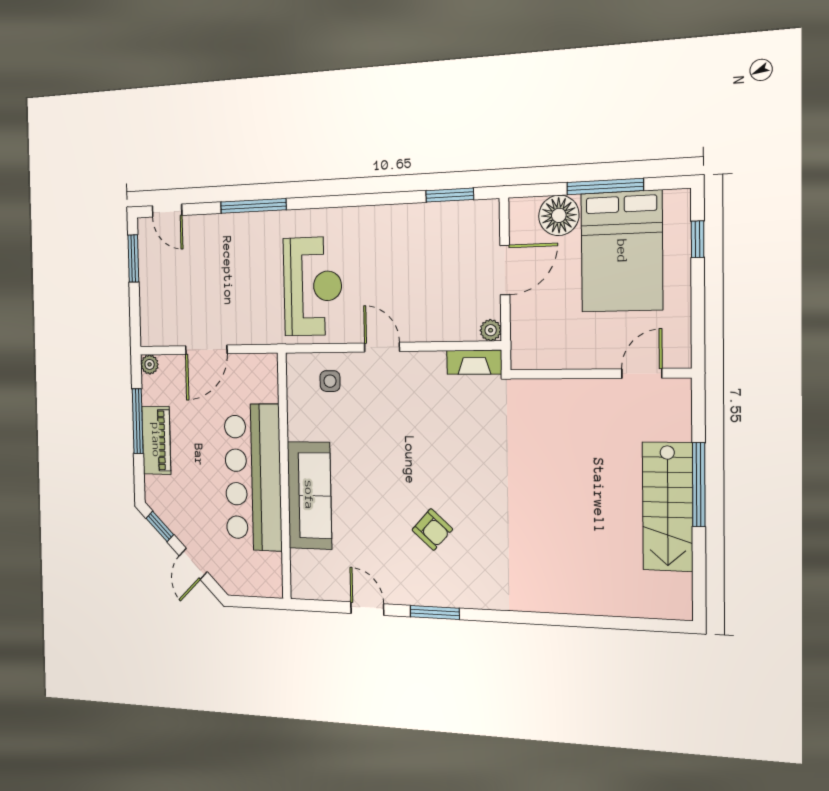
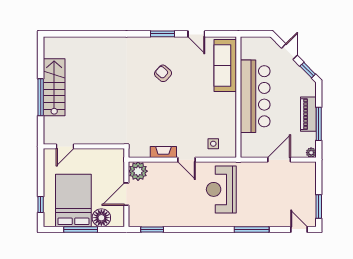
plant: (491, 330) -> (138, 171), width x1.88, depth x1.88
fireplace: (474, 362) -> (163, 152), moved
sofa: (309, 495) -> (225, 66), moved

